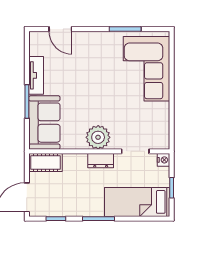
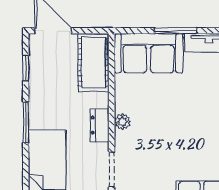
plant: (98, 137) -> (122, 122), width x0.53, depth x0.53
cot: (45, 162) -> (94, 62), width x1.37, depth x1.34

